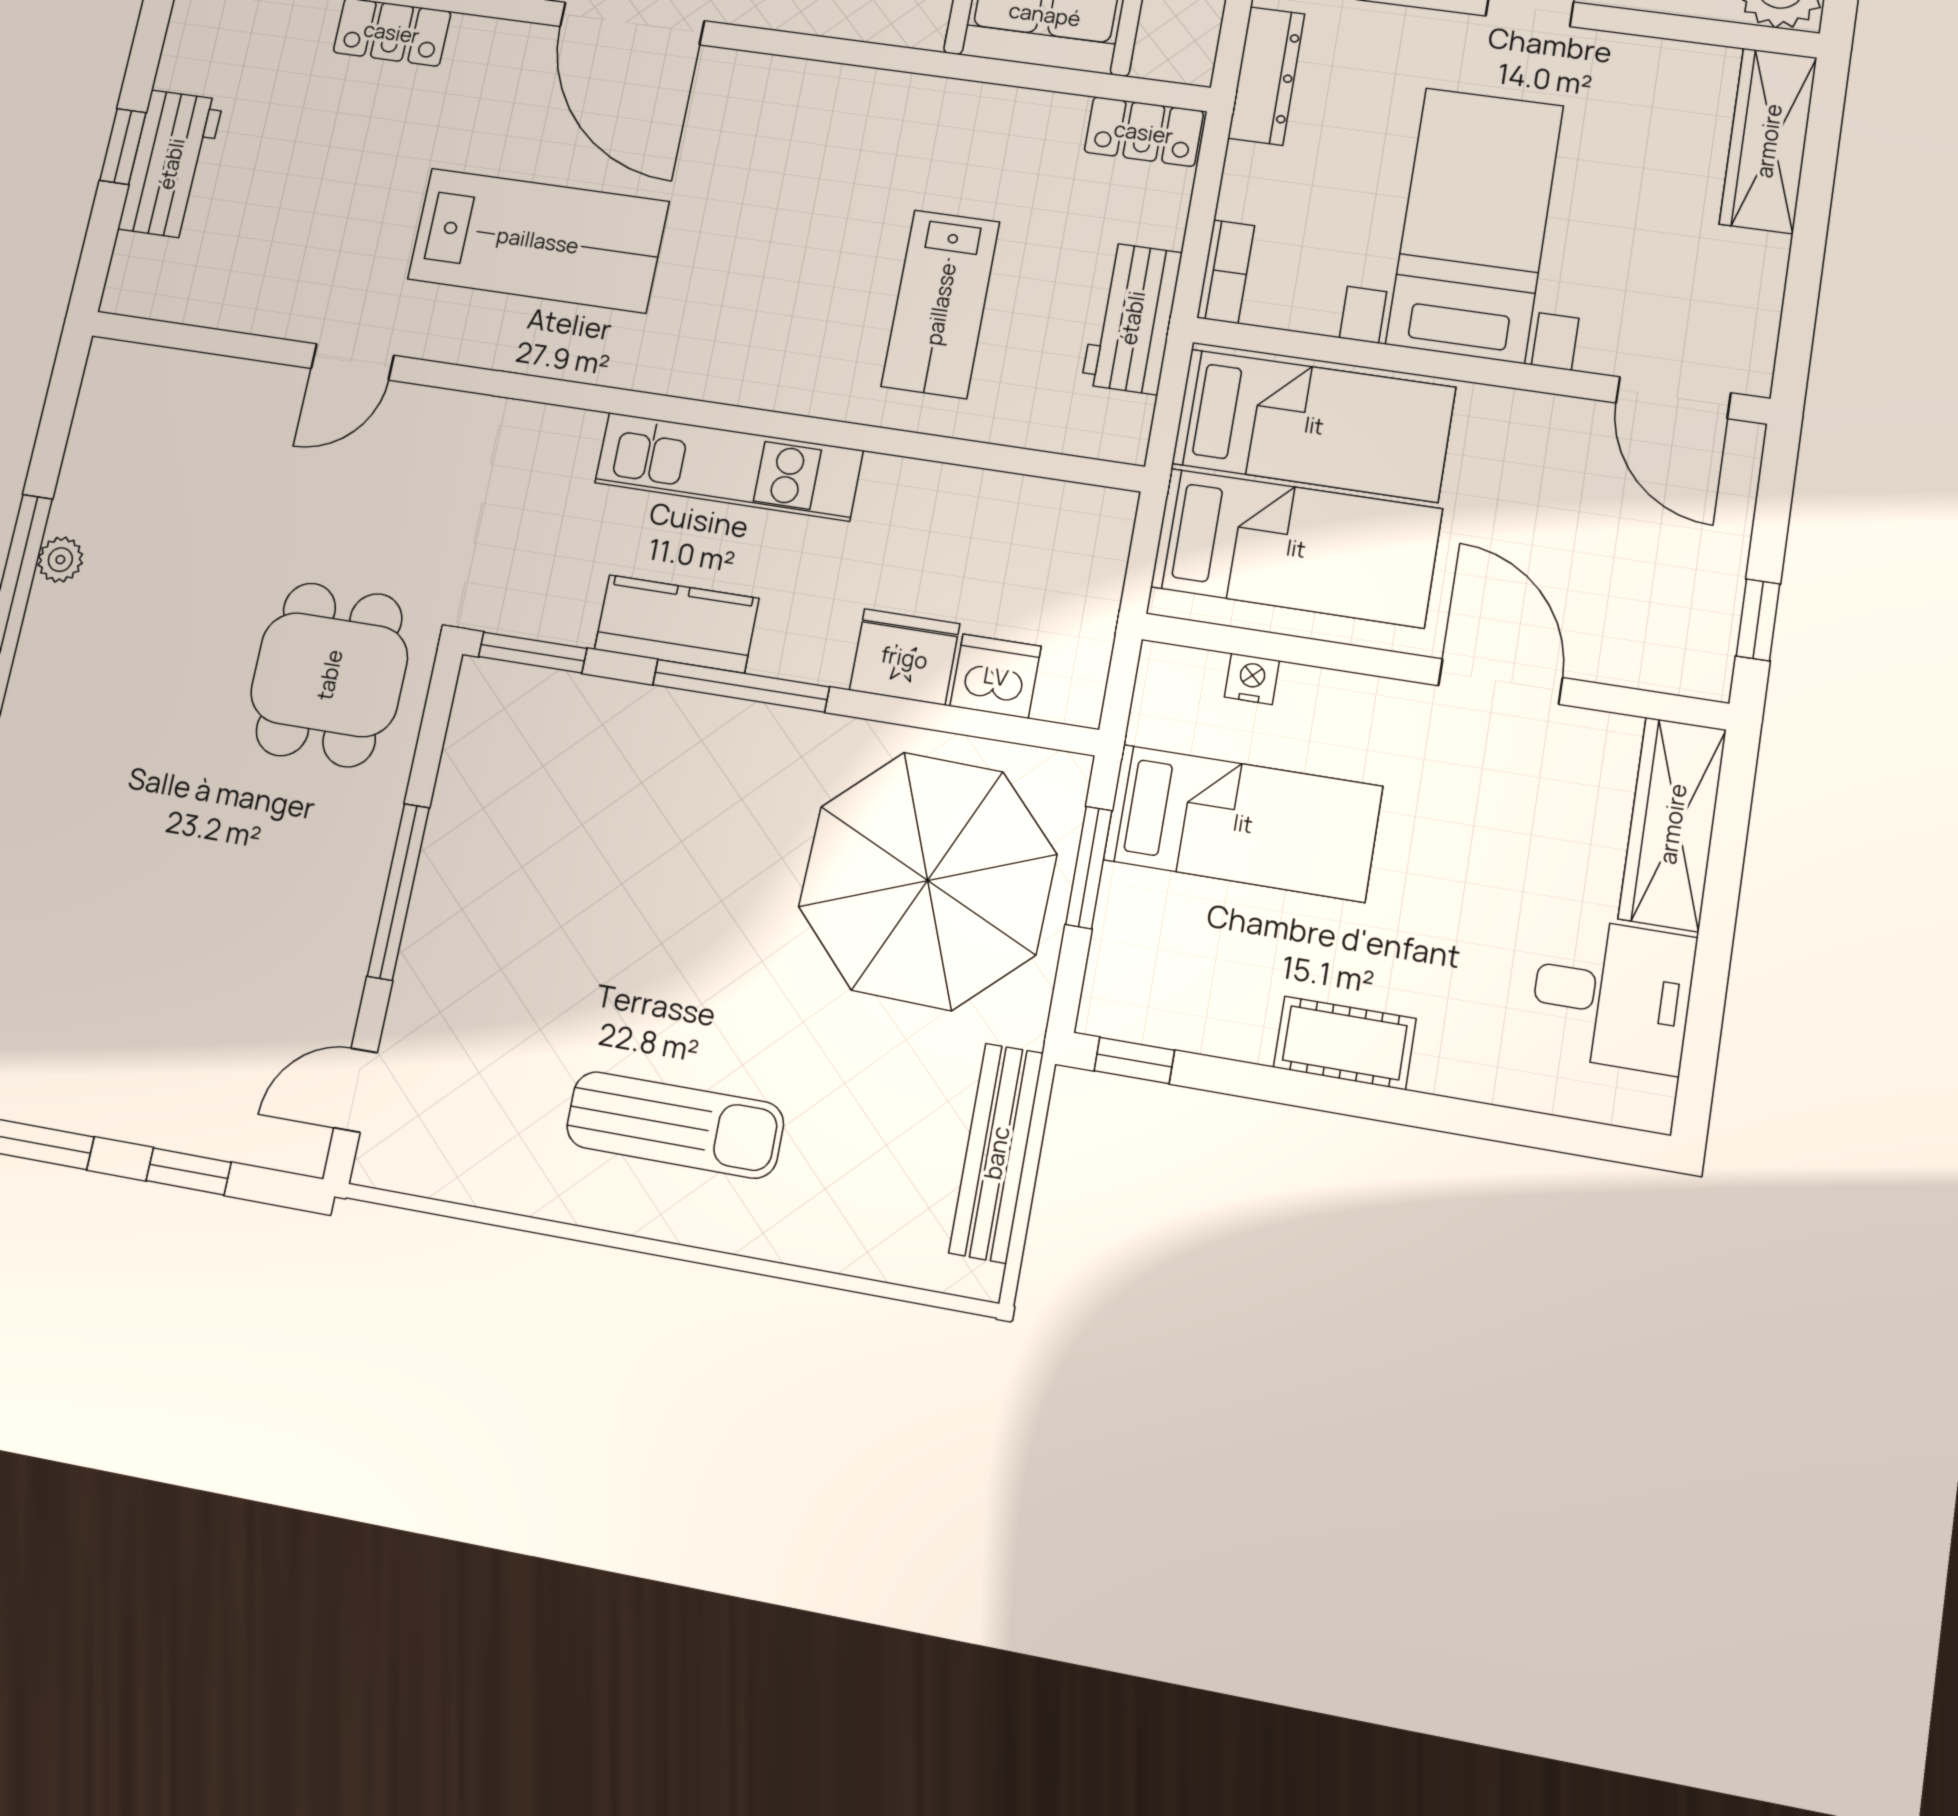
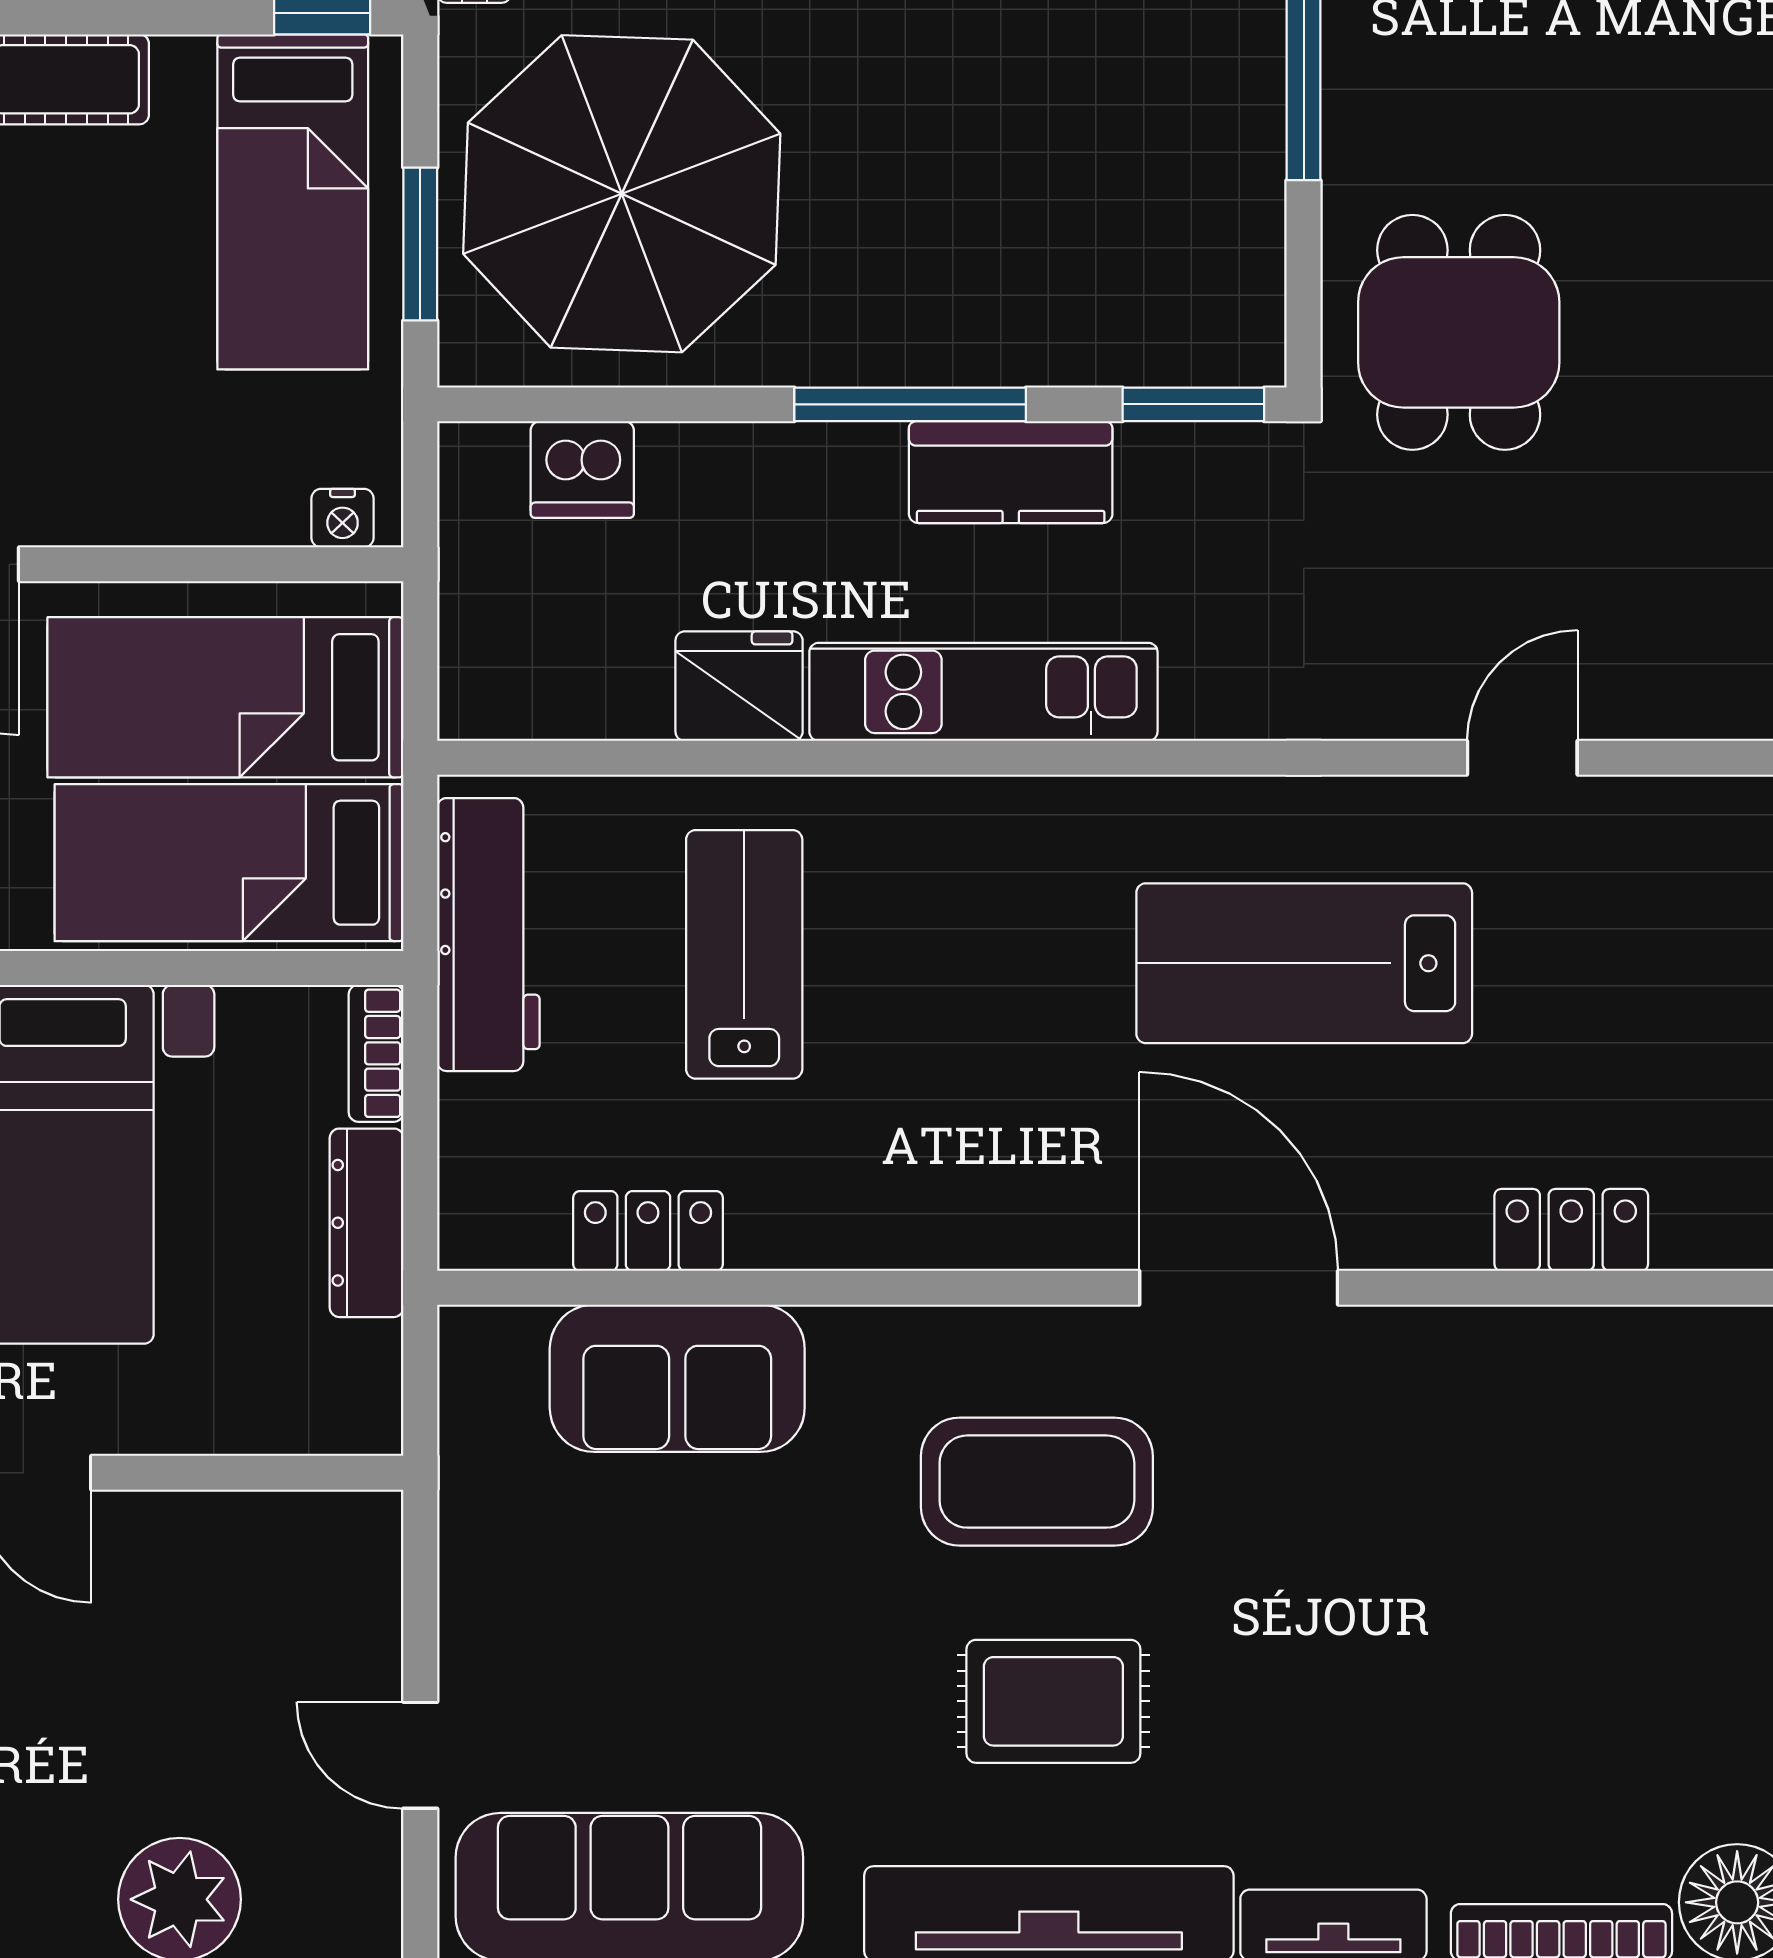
dresser: (1266, 76) -> (367, 1223), moved
locker: (1144, 132) -> (648, 1231), moved
workbench: (1132, 318) -> (488, 935), width x1.38
fridge: (905, 657) -> (739, 686), moved, turned 180
nightstand: (1252, 679) -> (343, 518), moved
bed: (1243, 823) -> (293, 202), moved, turned -90

